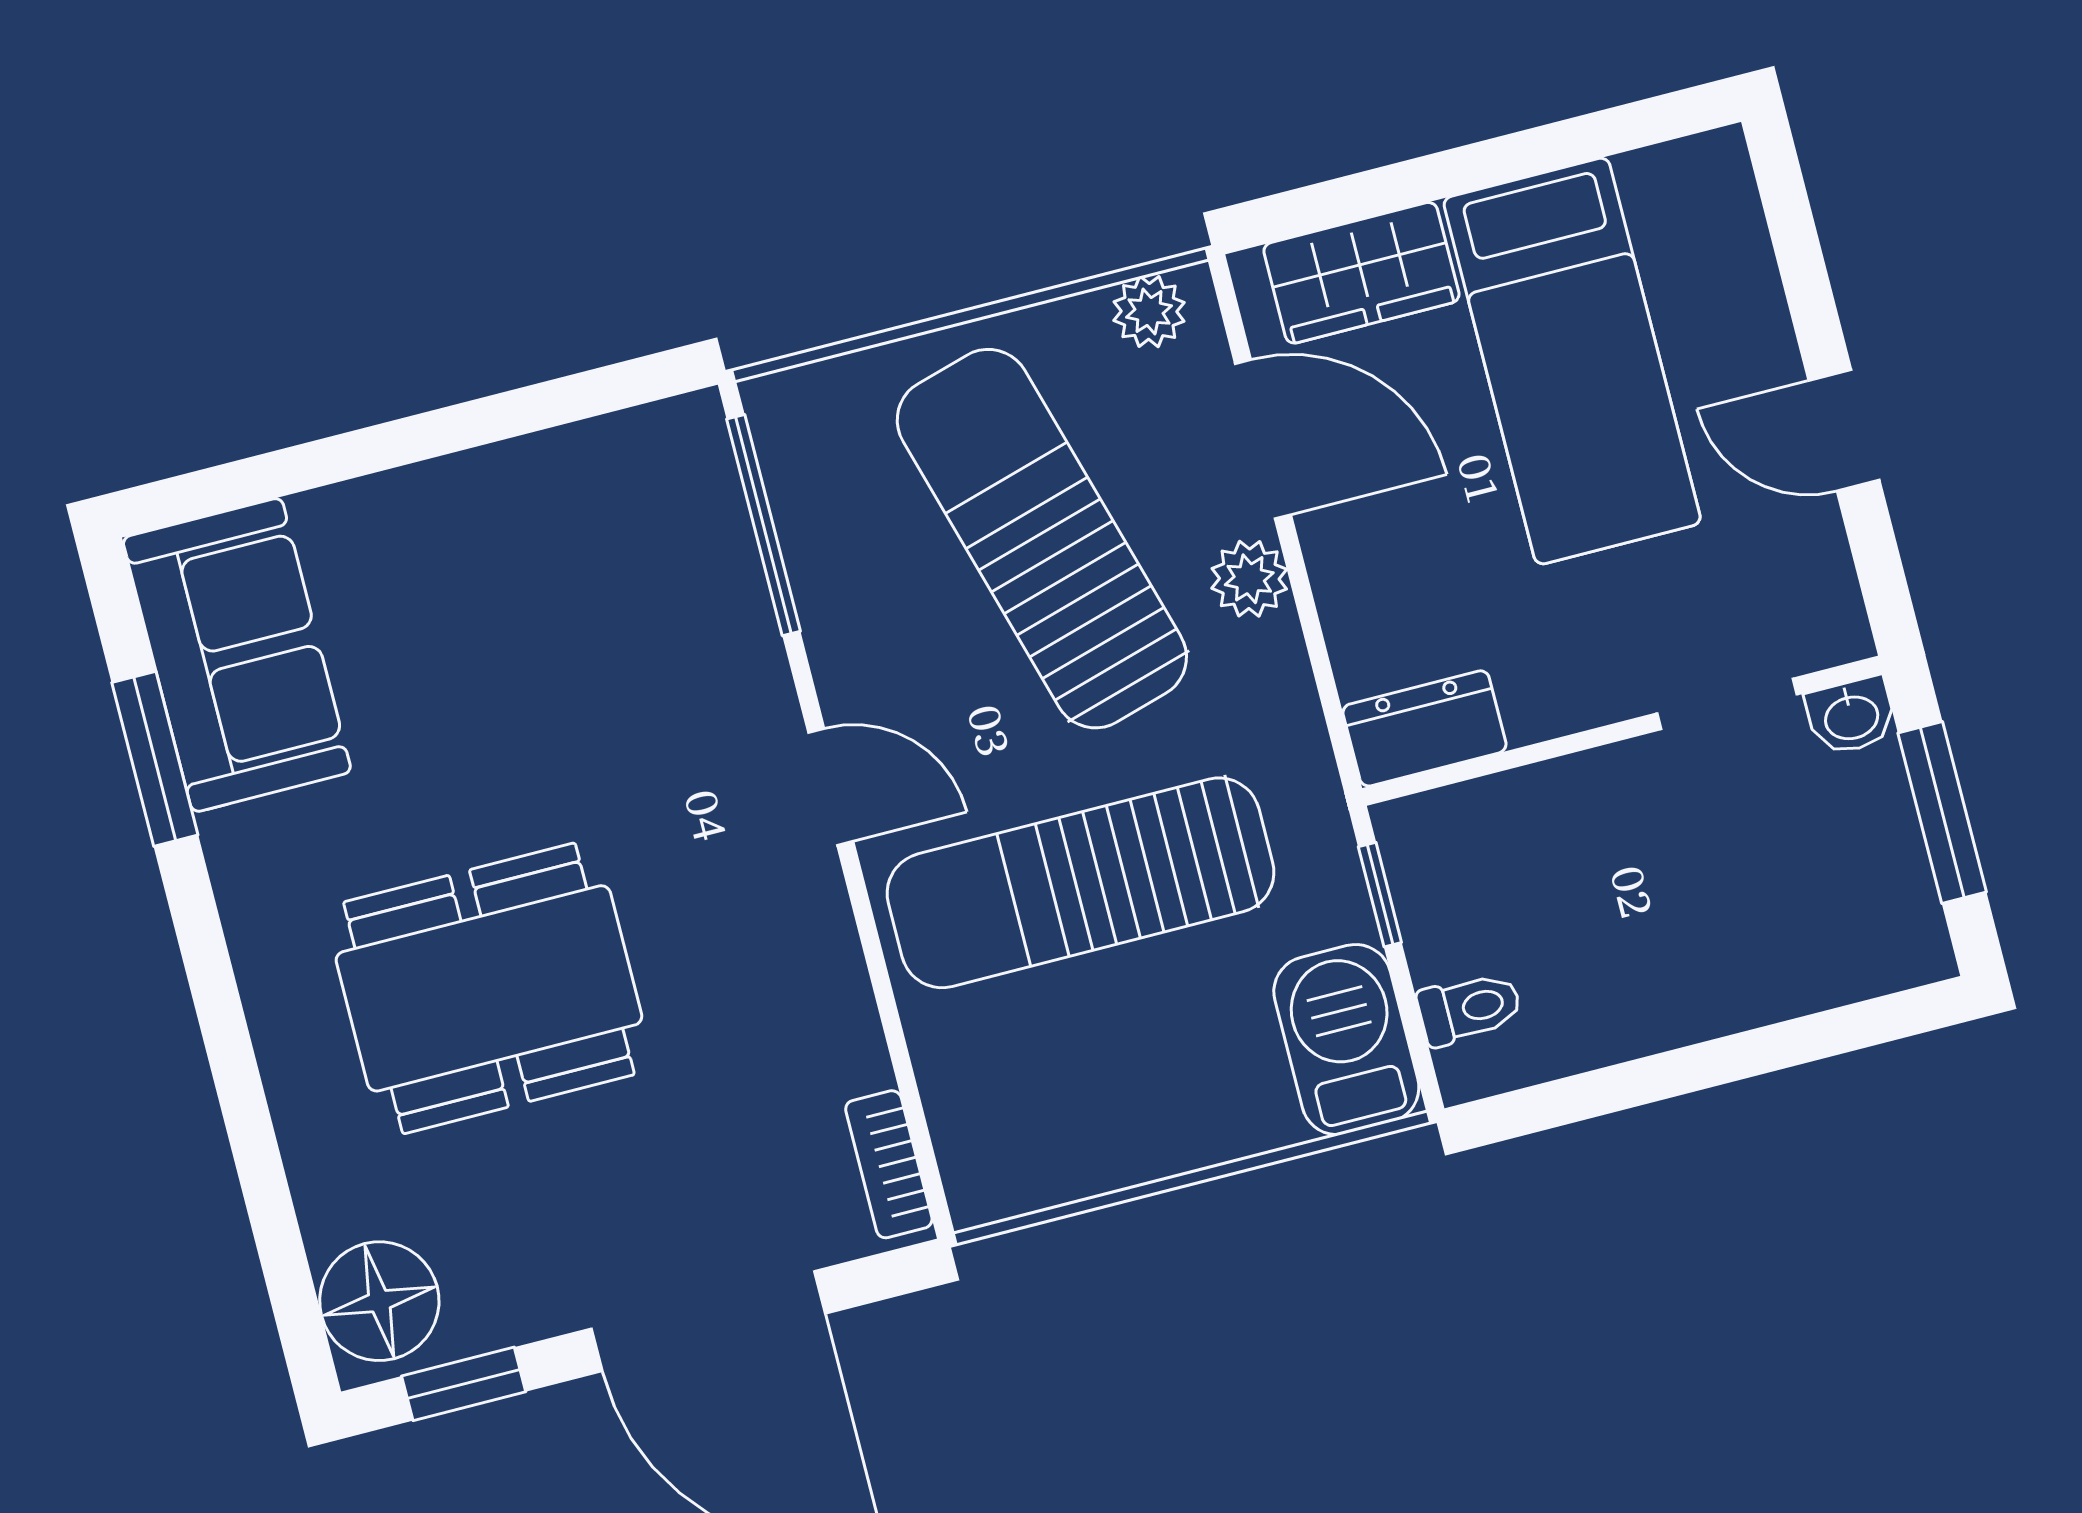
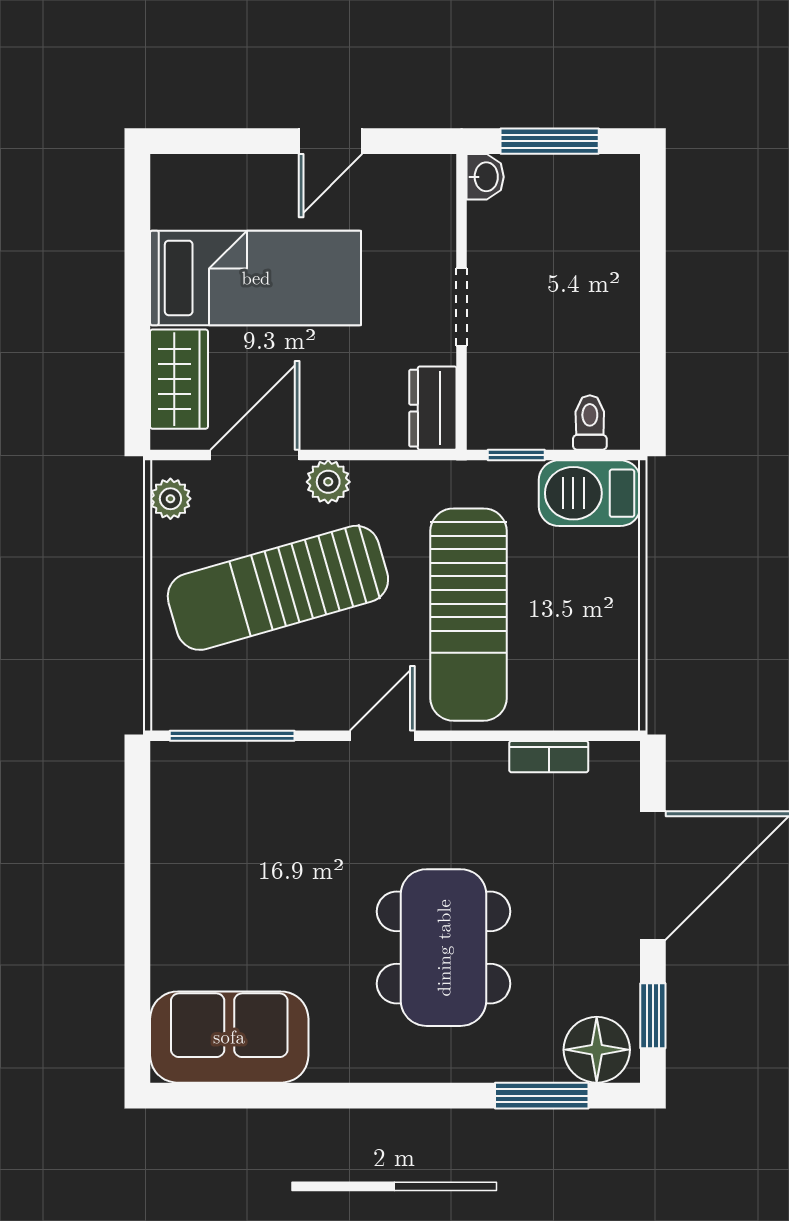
doorway: (1727, 704) -> (462, 307), moved
window: (155, 759) -> (542, 1096), moved
bookcase: (889, 1164) -> (549, 757), moved

